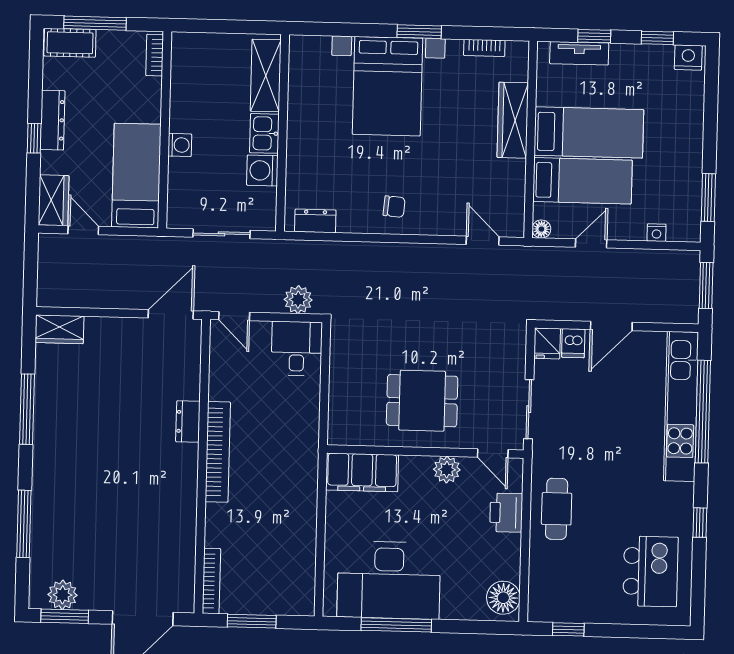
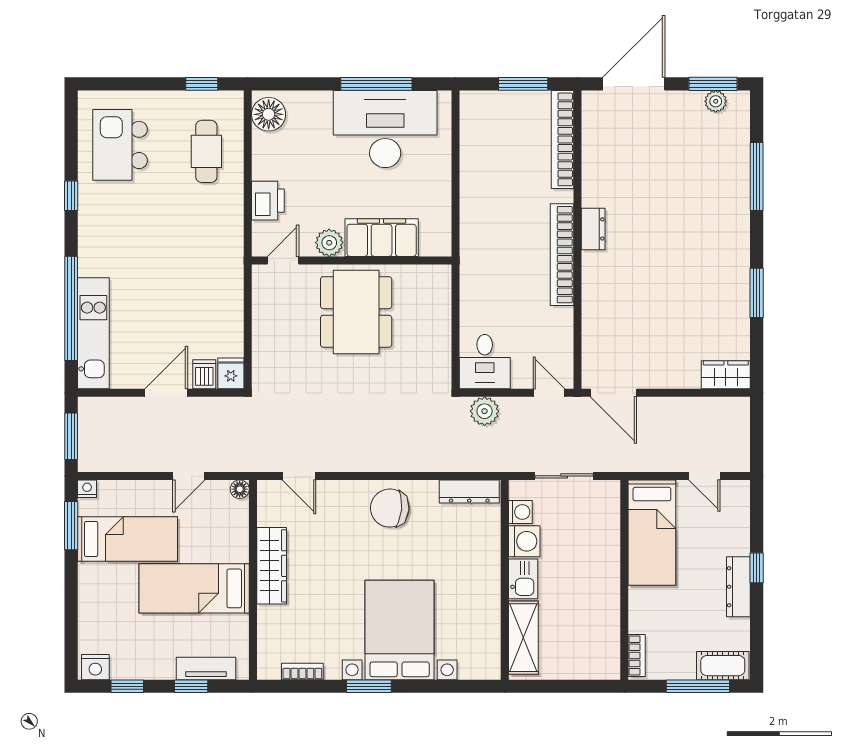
wardrobe: (513, 120) -> (272, 566), moved
washing machine: (180, 145) -> (520, 512), moved, turned 180
bed: (583, 181) -> (127, 539), moved, turned 180
wardrobe: (54, 200) -> (735, 505), removed
chair: (394, 207) -> (390, 508), width x1.87, depth x1.87
dresser: (315, 221) -> (469, 491), width x1.44
nightstand: (657, 233) -> (87, 489), moved
door: (171, 314) -> (613, 393), hinge flipped
dining table: (422, 401) -> (356, 312), width x1.37
kitchen unit: (681, 406) -> (93, 333), width x0.73
window: (27, 409) -> (757, 293), width x0.69
sliding door: (529, 409) -> (248, 306), removed
dresser: (188, 422) -> (593, 229), moved
door: (493, 453) -> (283, 260), hinge flipped
filing cabinet: (362, 472) -> (382, 238), moved
cafe table: (557, 509) -> (206, 151), moved
bookcase: (211, 581) -> (562, 139), width x1.48, depth x1.31
plant: (63, 595) -> (716, 101), width x0.73, depth x0.73

